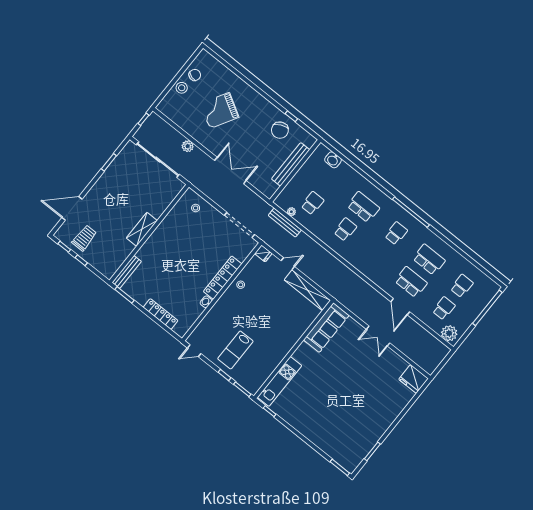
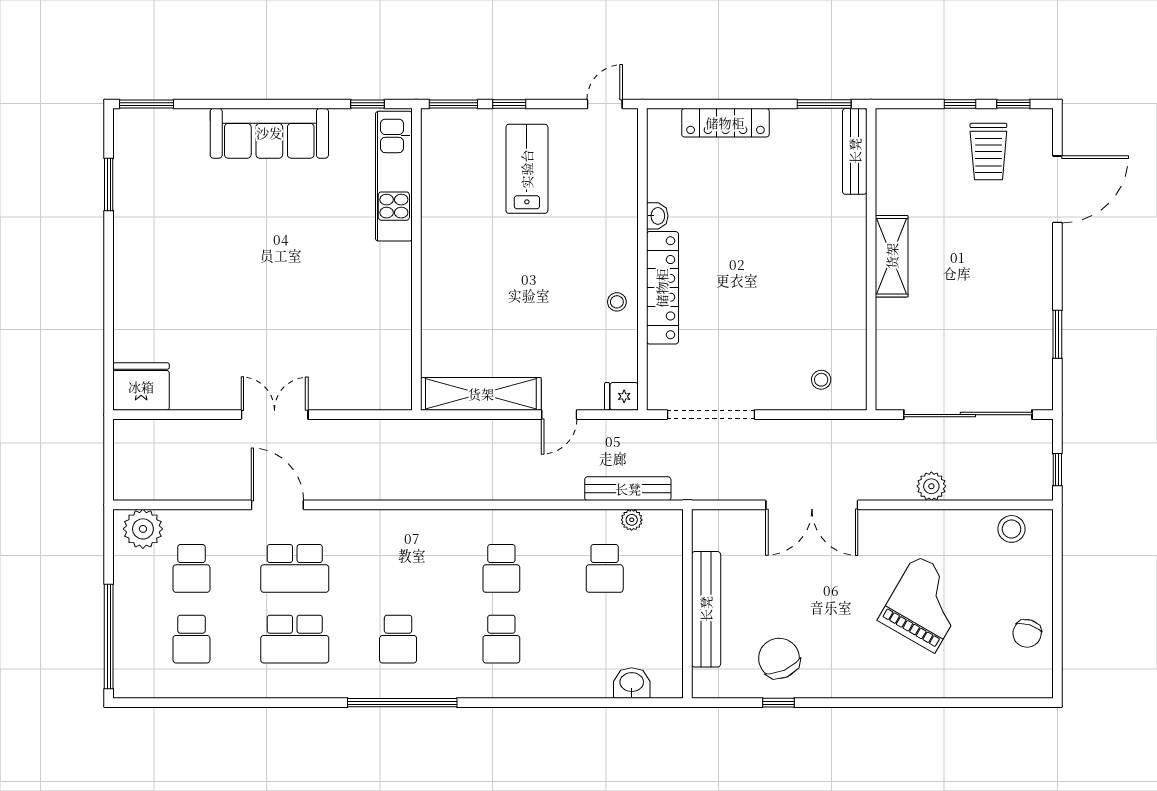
stool: (182, 88) -> (1011, 529), moved
school desk: (363, 207) -> (501, 639), width x0.54
sofa: (326, 328) -> (269, 133), moved, turned -90

